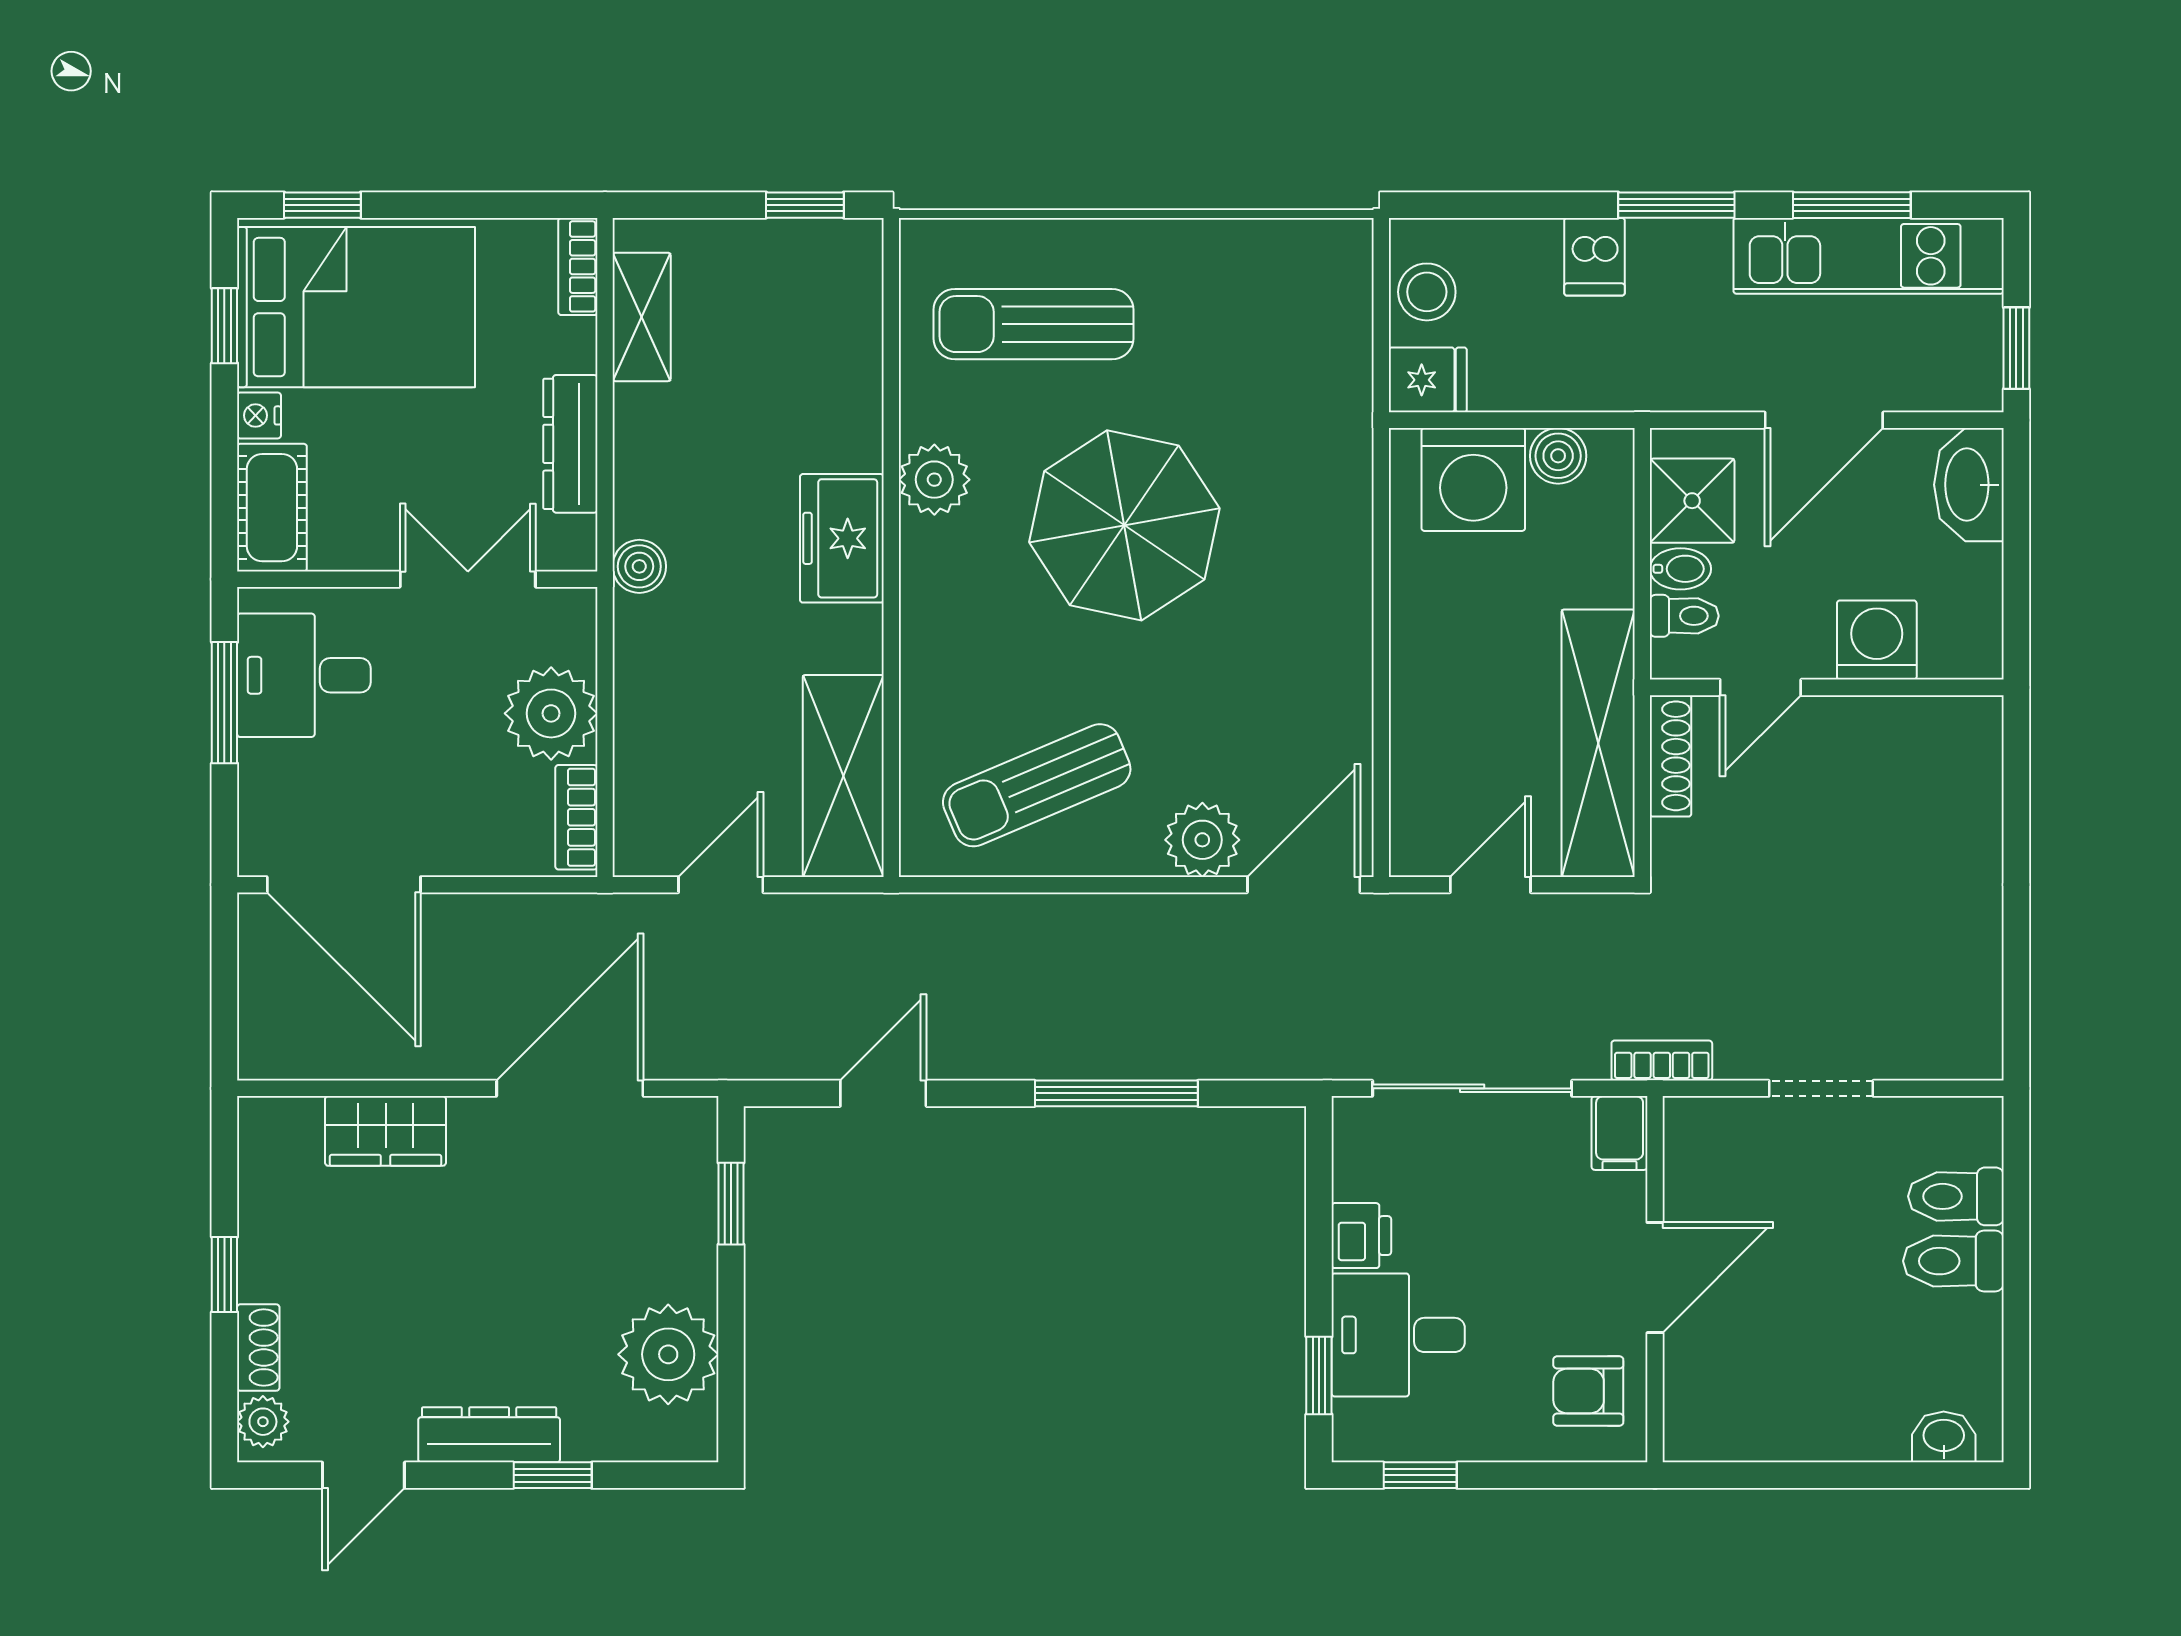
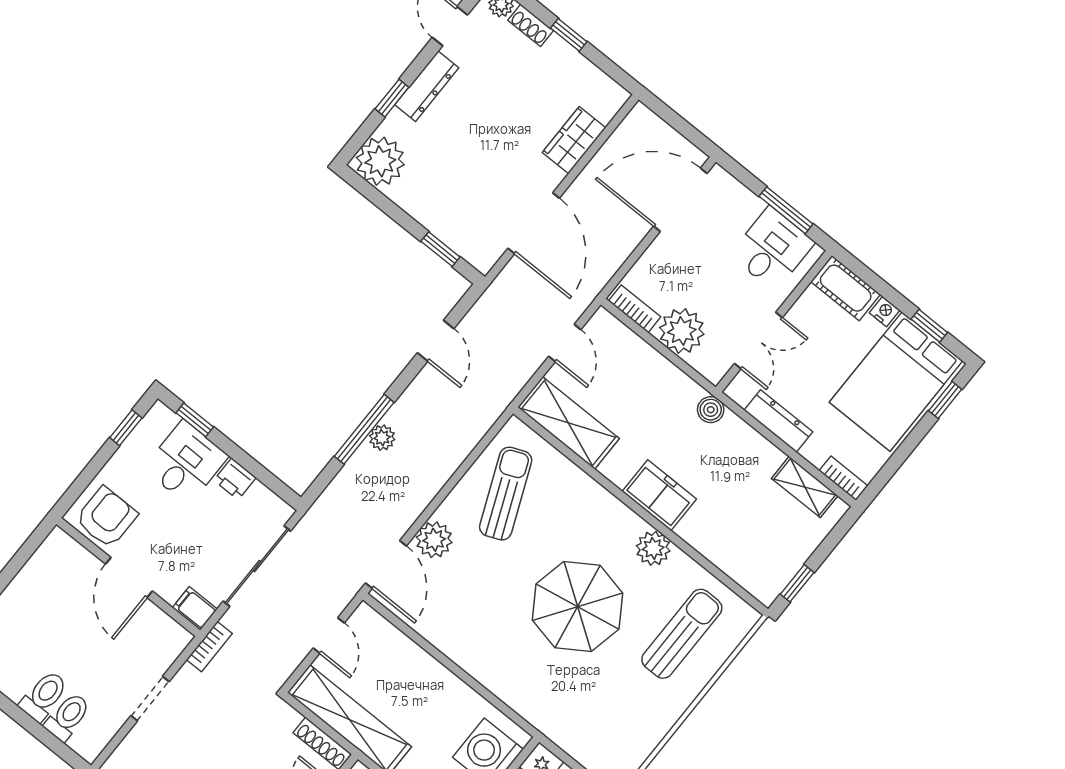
plant: (1106, 1054) -> (382, 438), added
plant: (668, 1354) -> (380, 161), moved
armchair: (1588, 1391) -> (106, 517), width x1.38, depth x1.38

